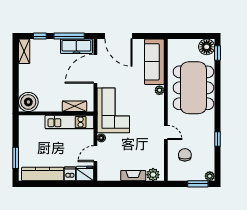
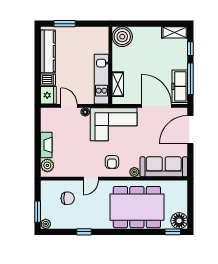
armchair: (150, 112) -> (112, 162), added

